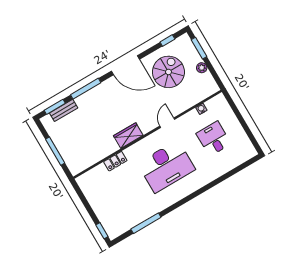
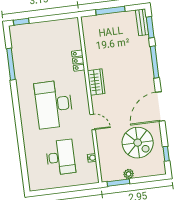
window: (199, 48) -> (118, 183), moved
bench: (64, 110) -> (142, 22), moved
desk: (214, 139) -> (61, 157), width x1.37

